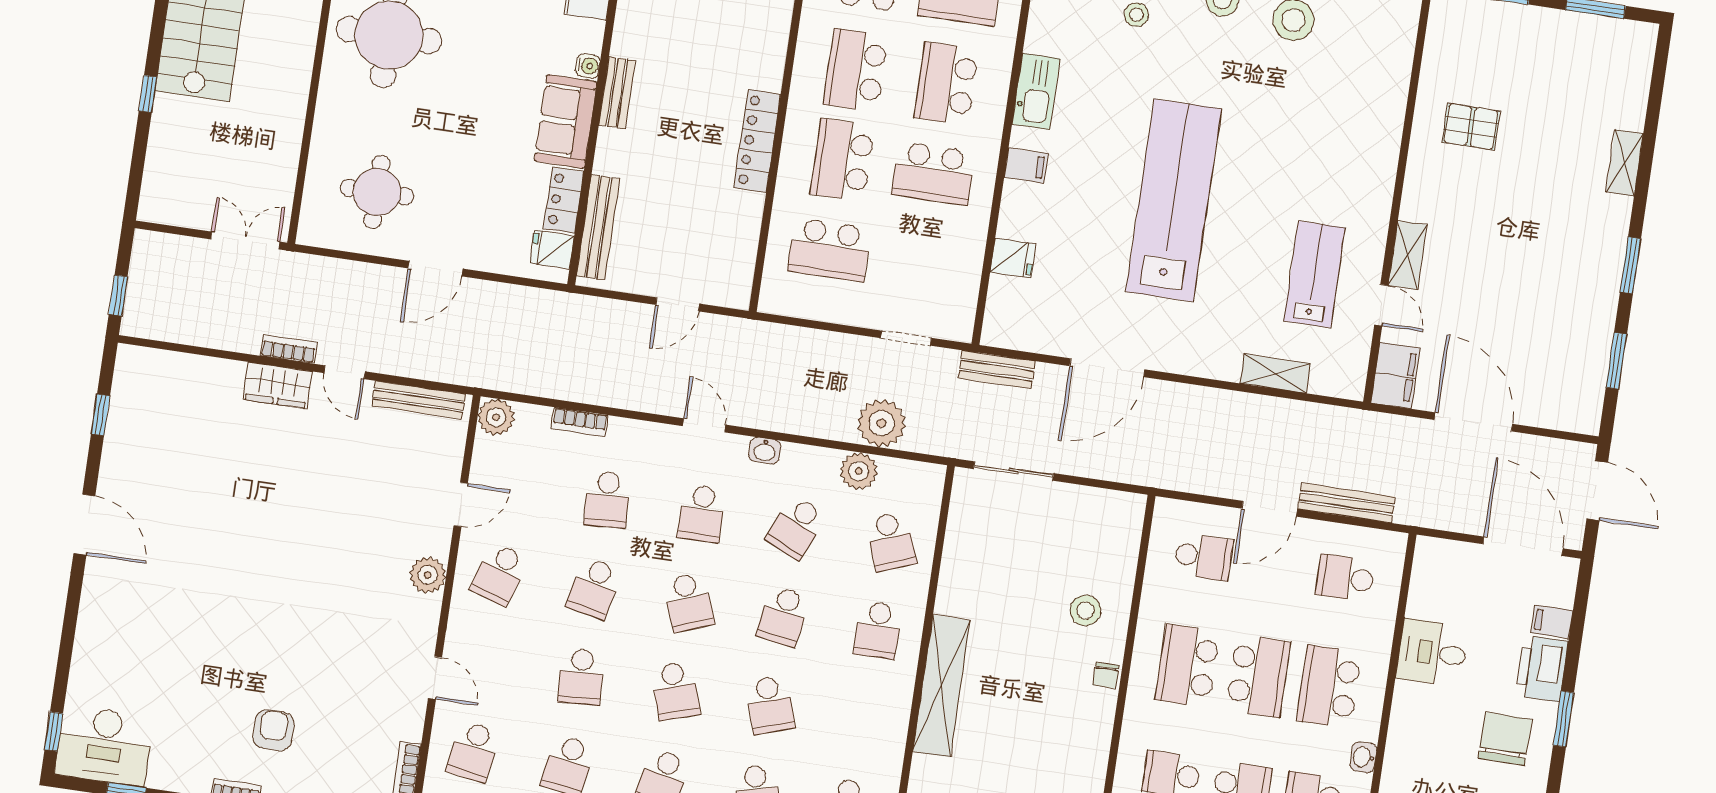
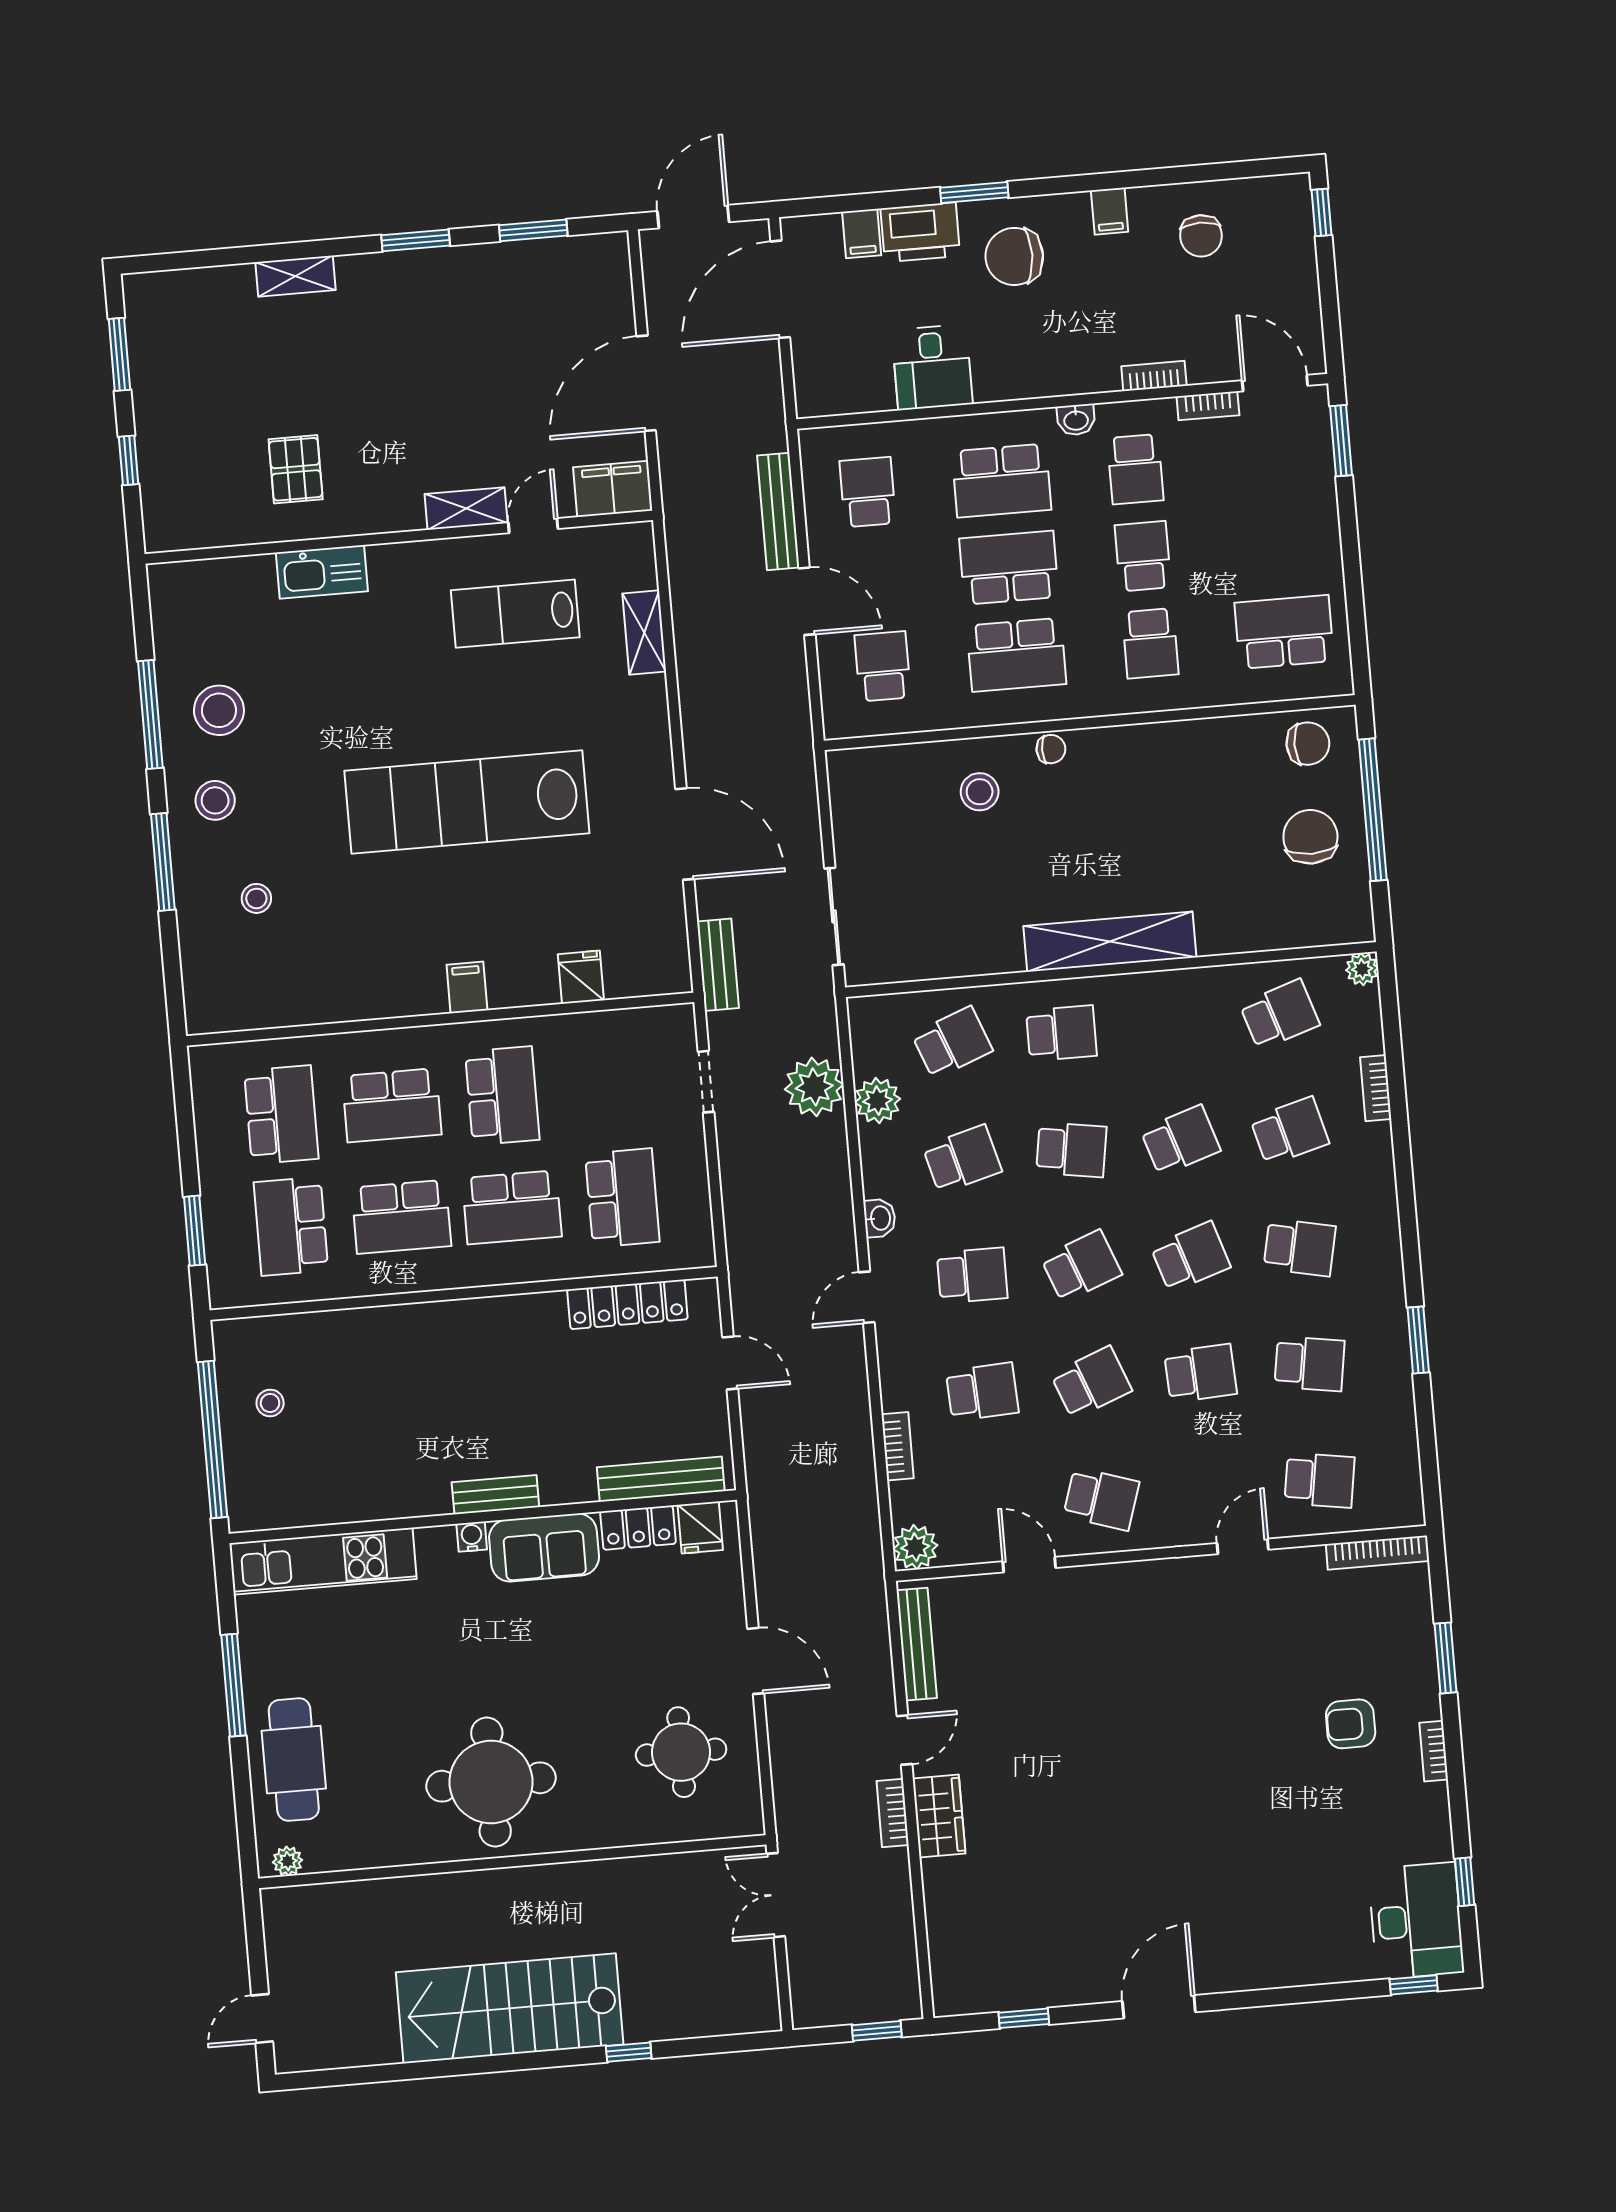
kitchen sink: (1036, 91) -> (322, 572), moved, turned 180
locker: (757, 141) -> (627, 1304), moved
school desk: (796, 528) -> (962, 1159), turned -39
plant: (428, 575) -> (1122, 1584), removed
school desk: (1345, 578) -> (868, 492), turned 180
school desk: (594, 588) -> (1091, 1383), turned -33

